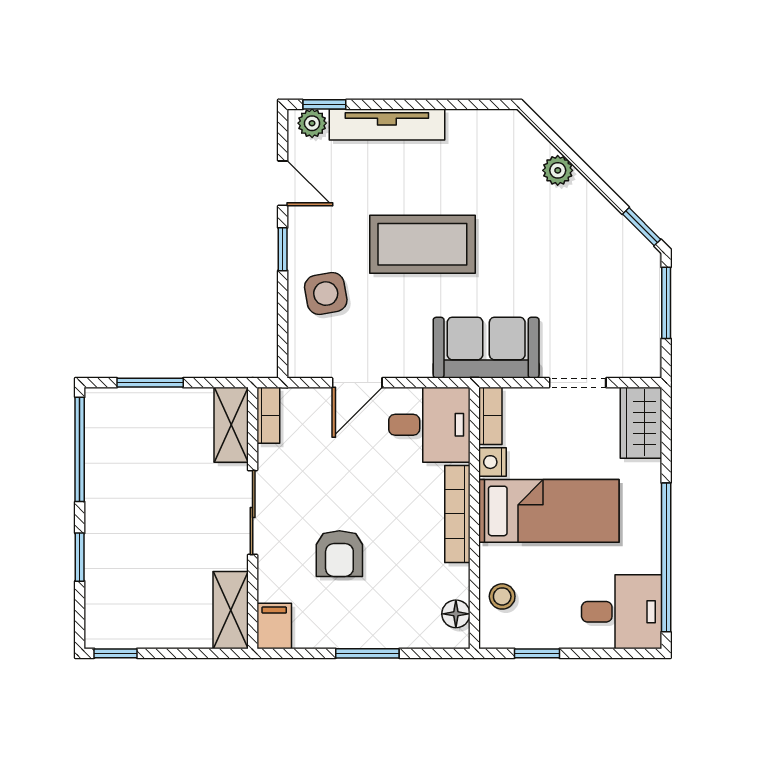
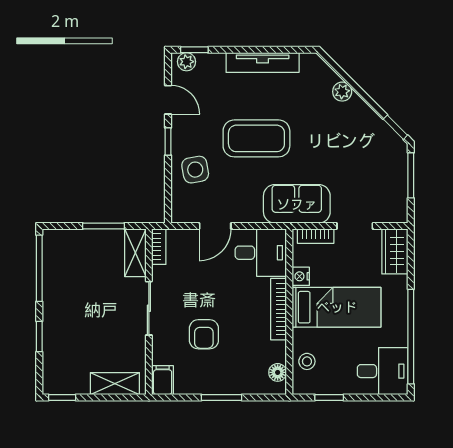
tv unit: (387, 125) -> (263, 63), moved
window: (150, 383) -> (104, 226), moved
bookcase: (490, 416) -> (316, 236), moved, turned 90
shelving: (231, 610) -> (115, 384), moved, turned 90

